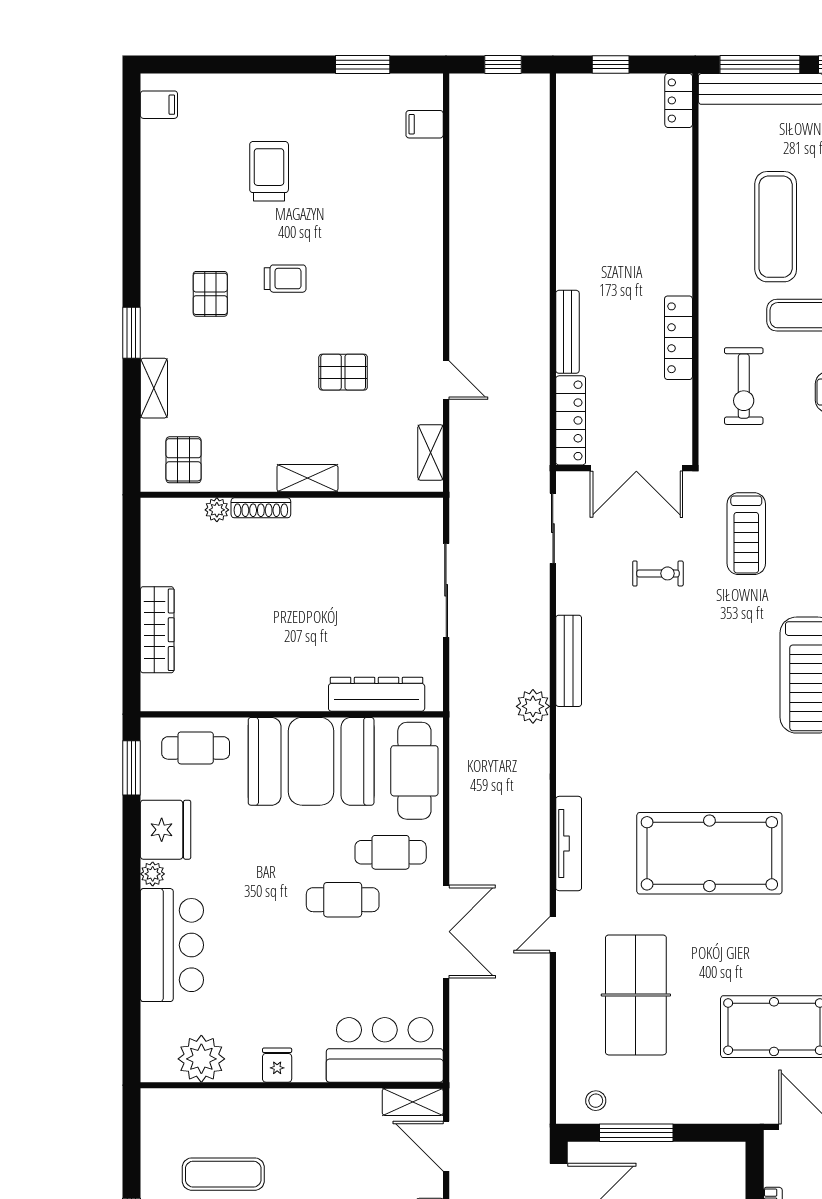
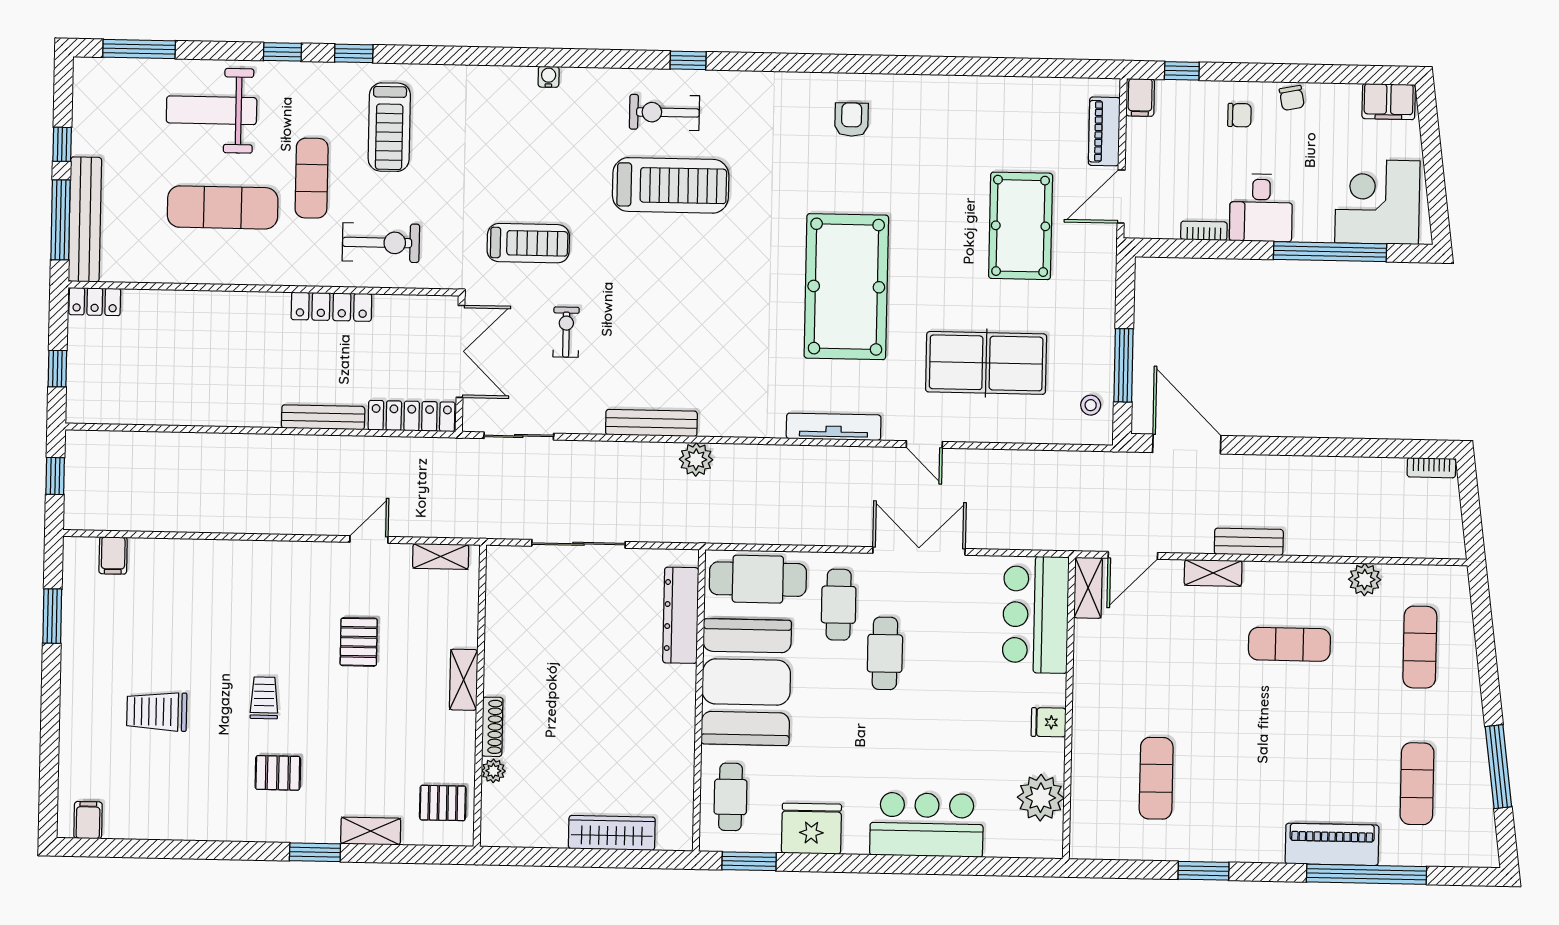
plant: (153, 874) -> (855, 843), removed

